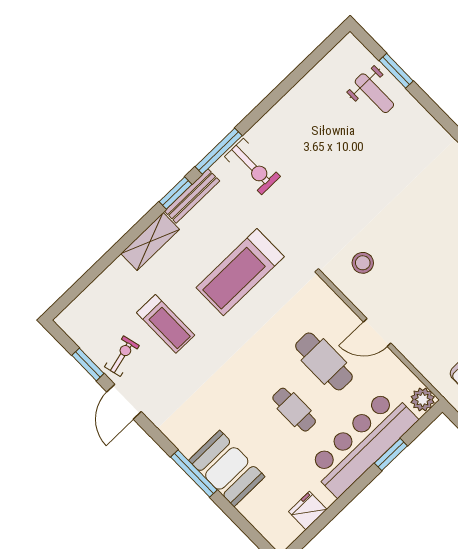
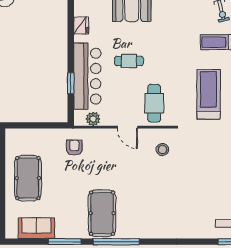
door: (377, 333) -> (127, 127), swing flipped
cafe table: (324, 361) -> (154, 103), moved, turned 90
plant: (423, 400) -> (93, 119), moved

